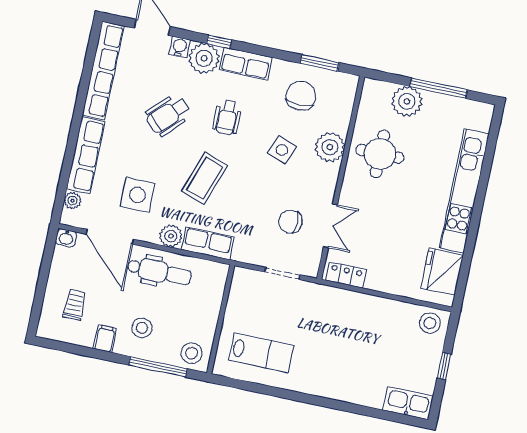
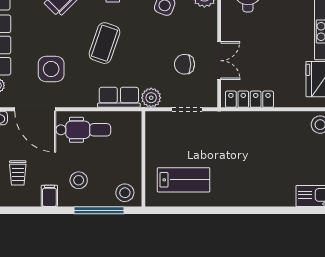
plant: (171, 236) -> (151, 98), moved
locker: (346, 275) -> (249, 99), width x1.53
trolley: (75, 305) -> (18, 173), turned 180

